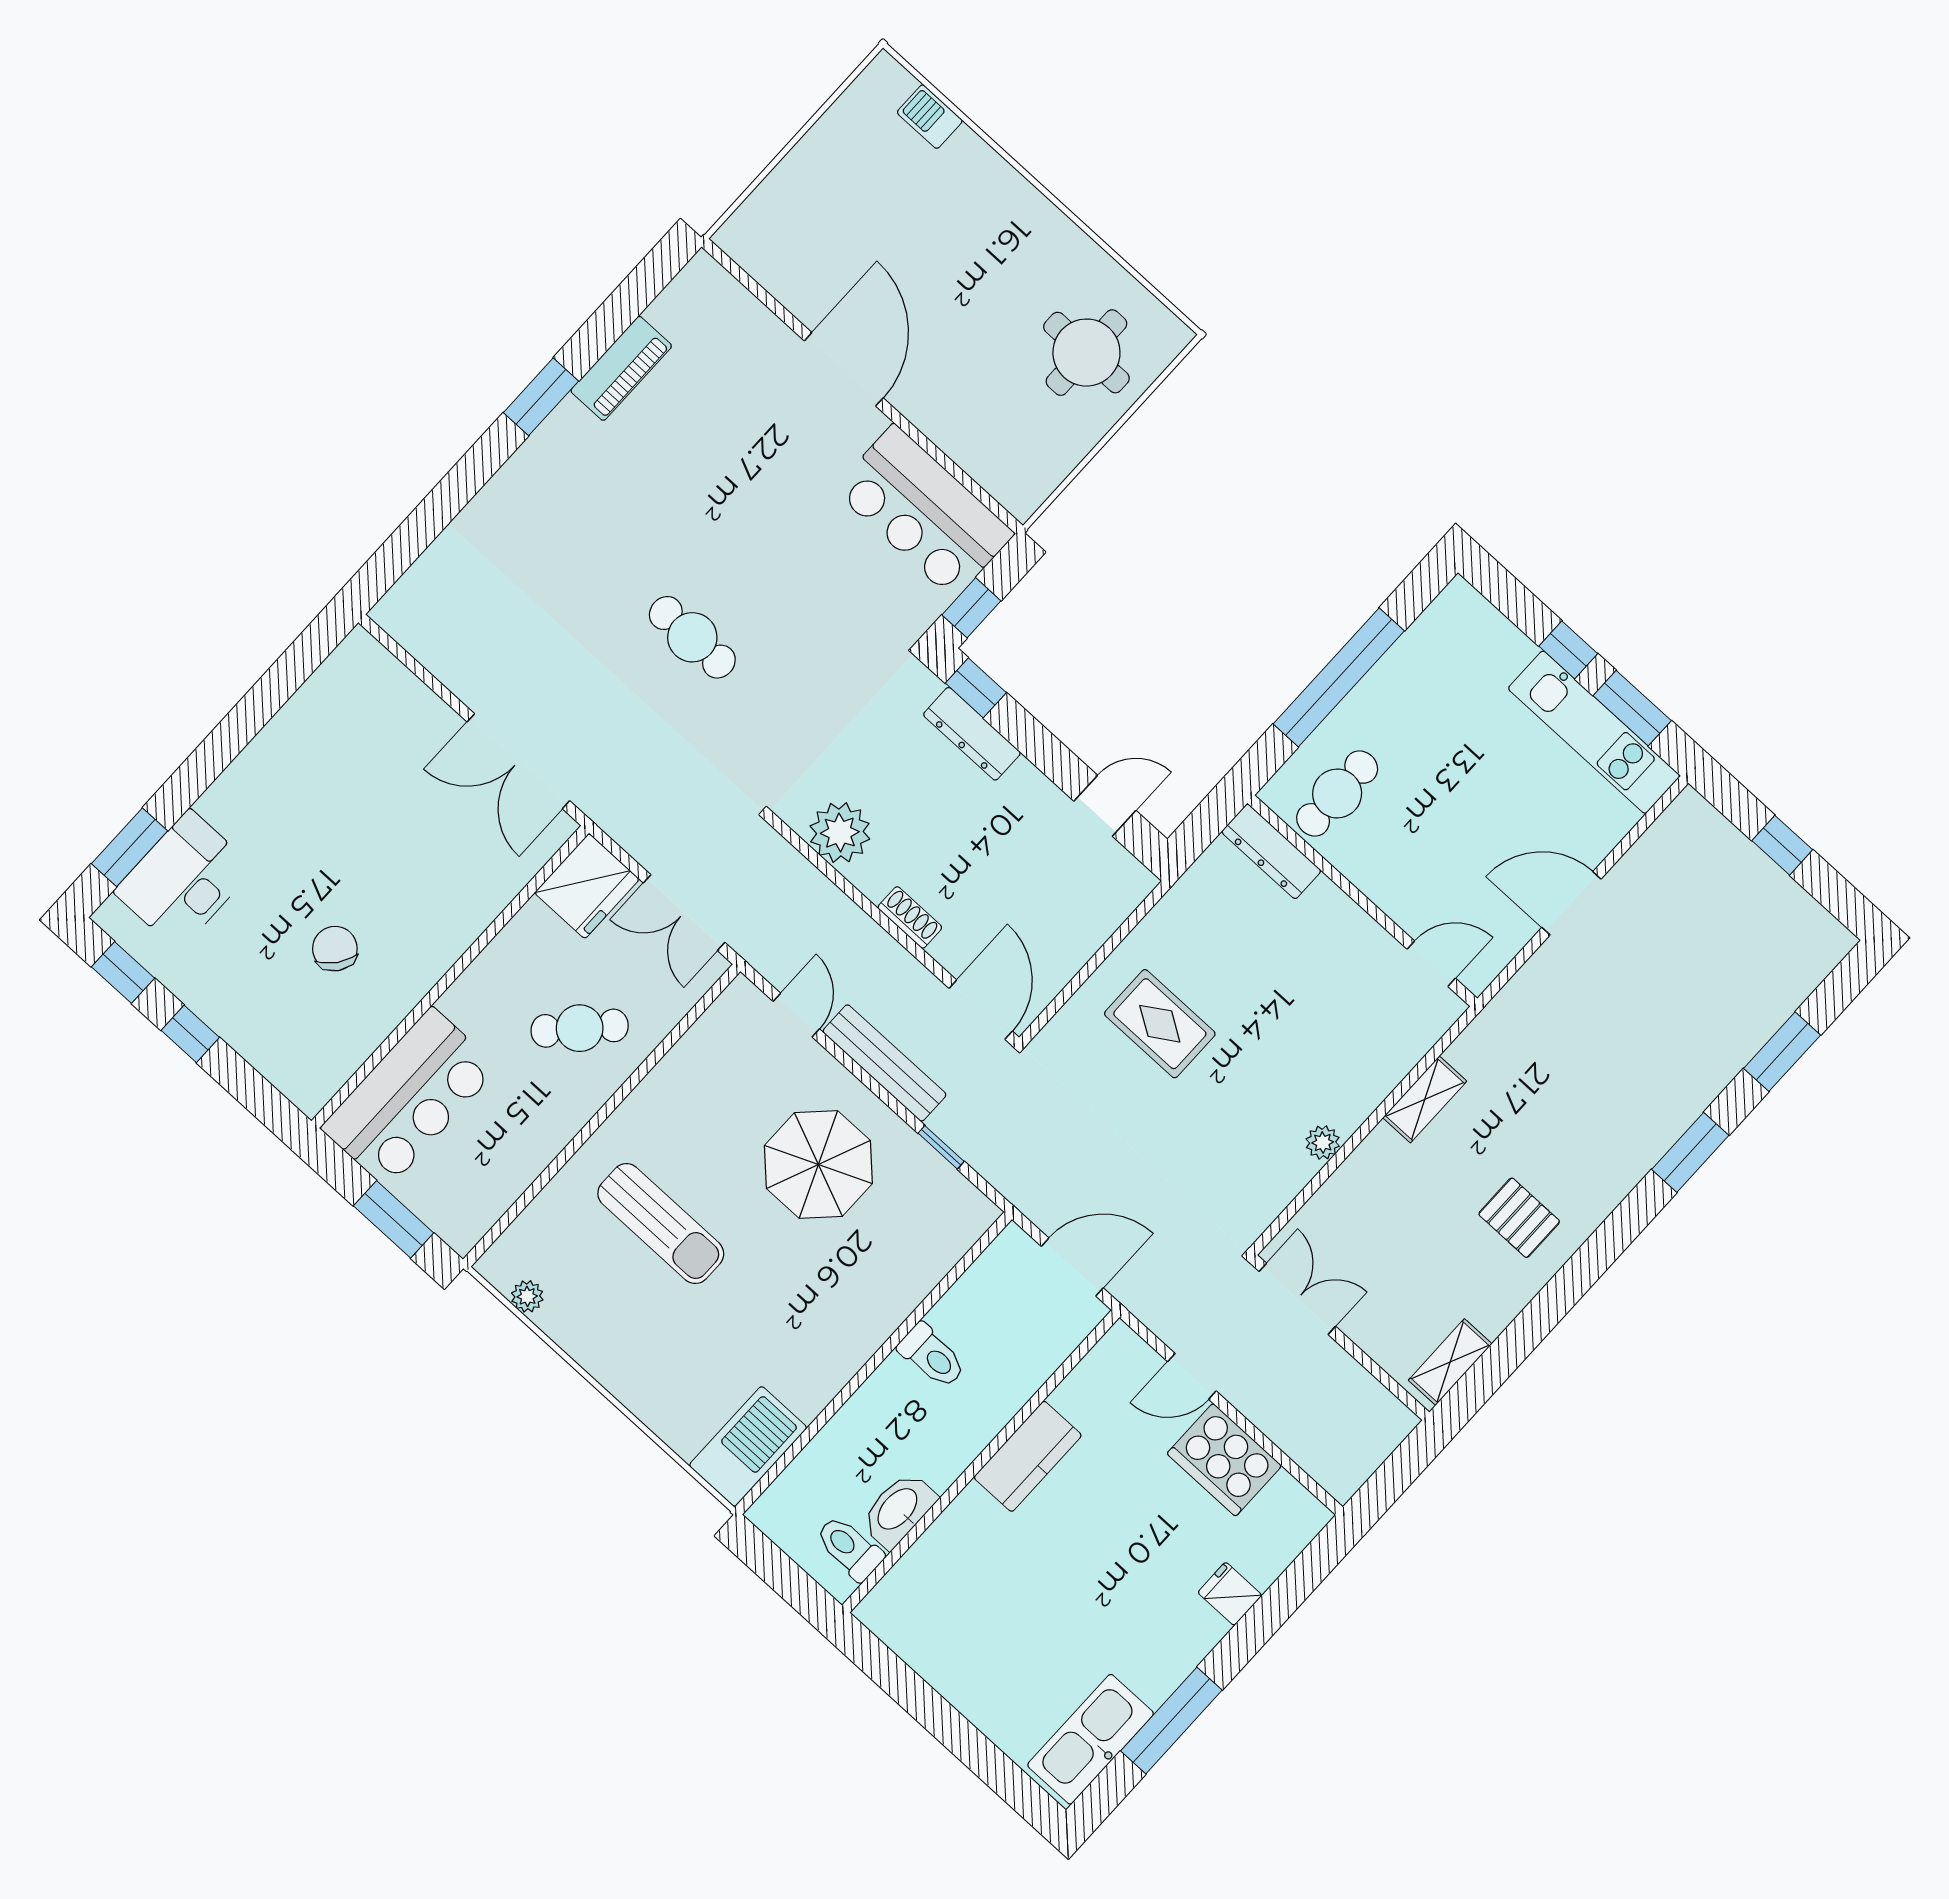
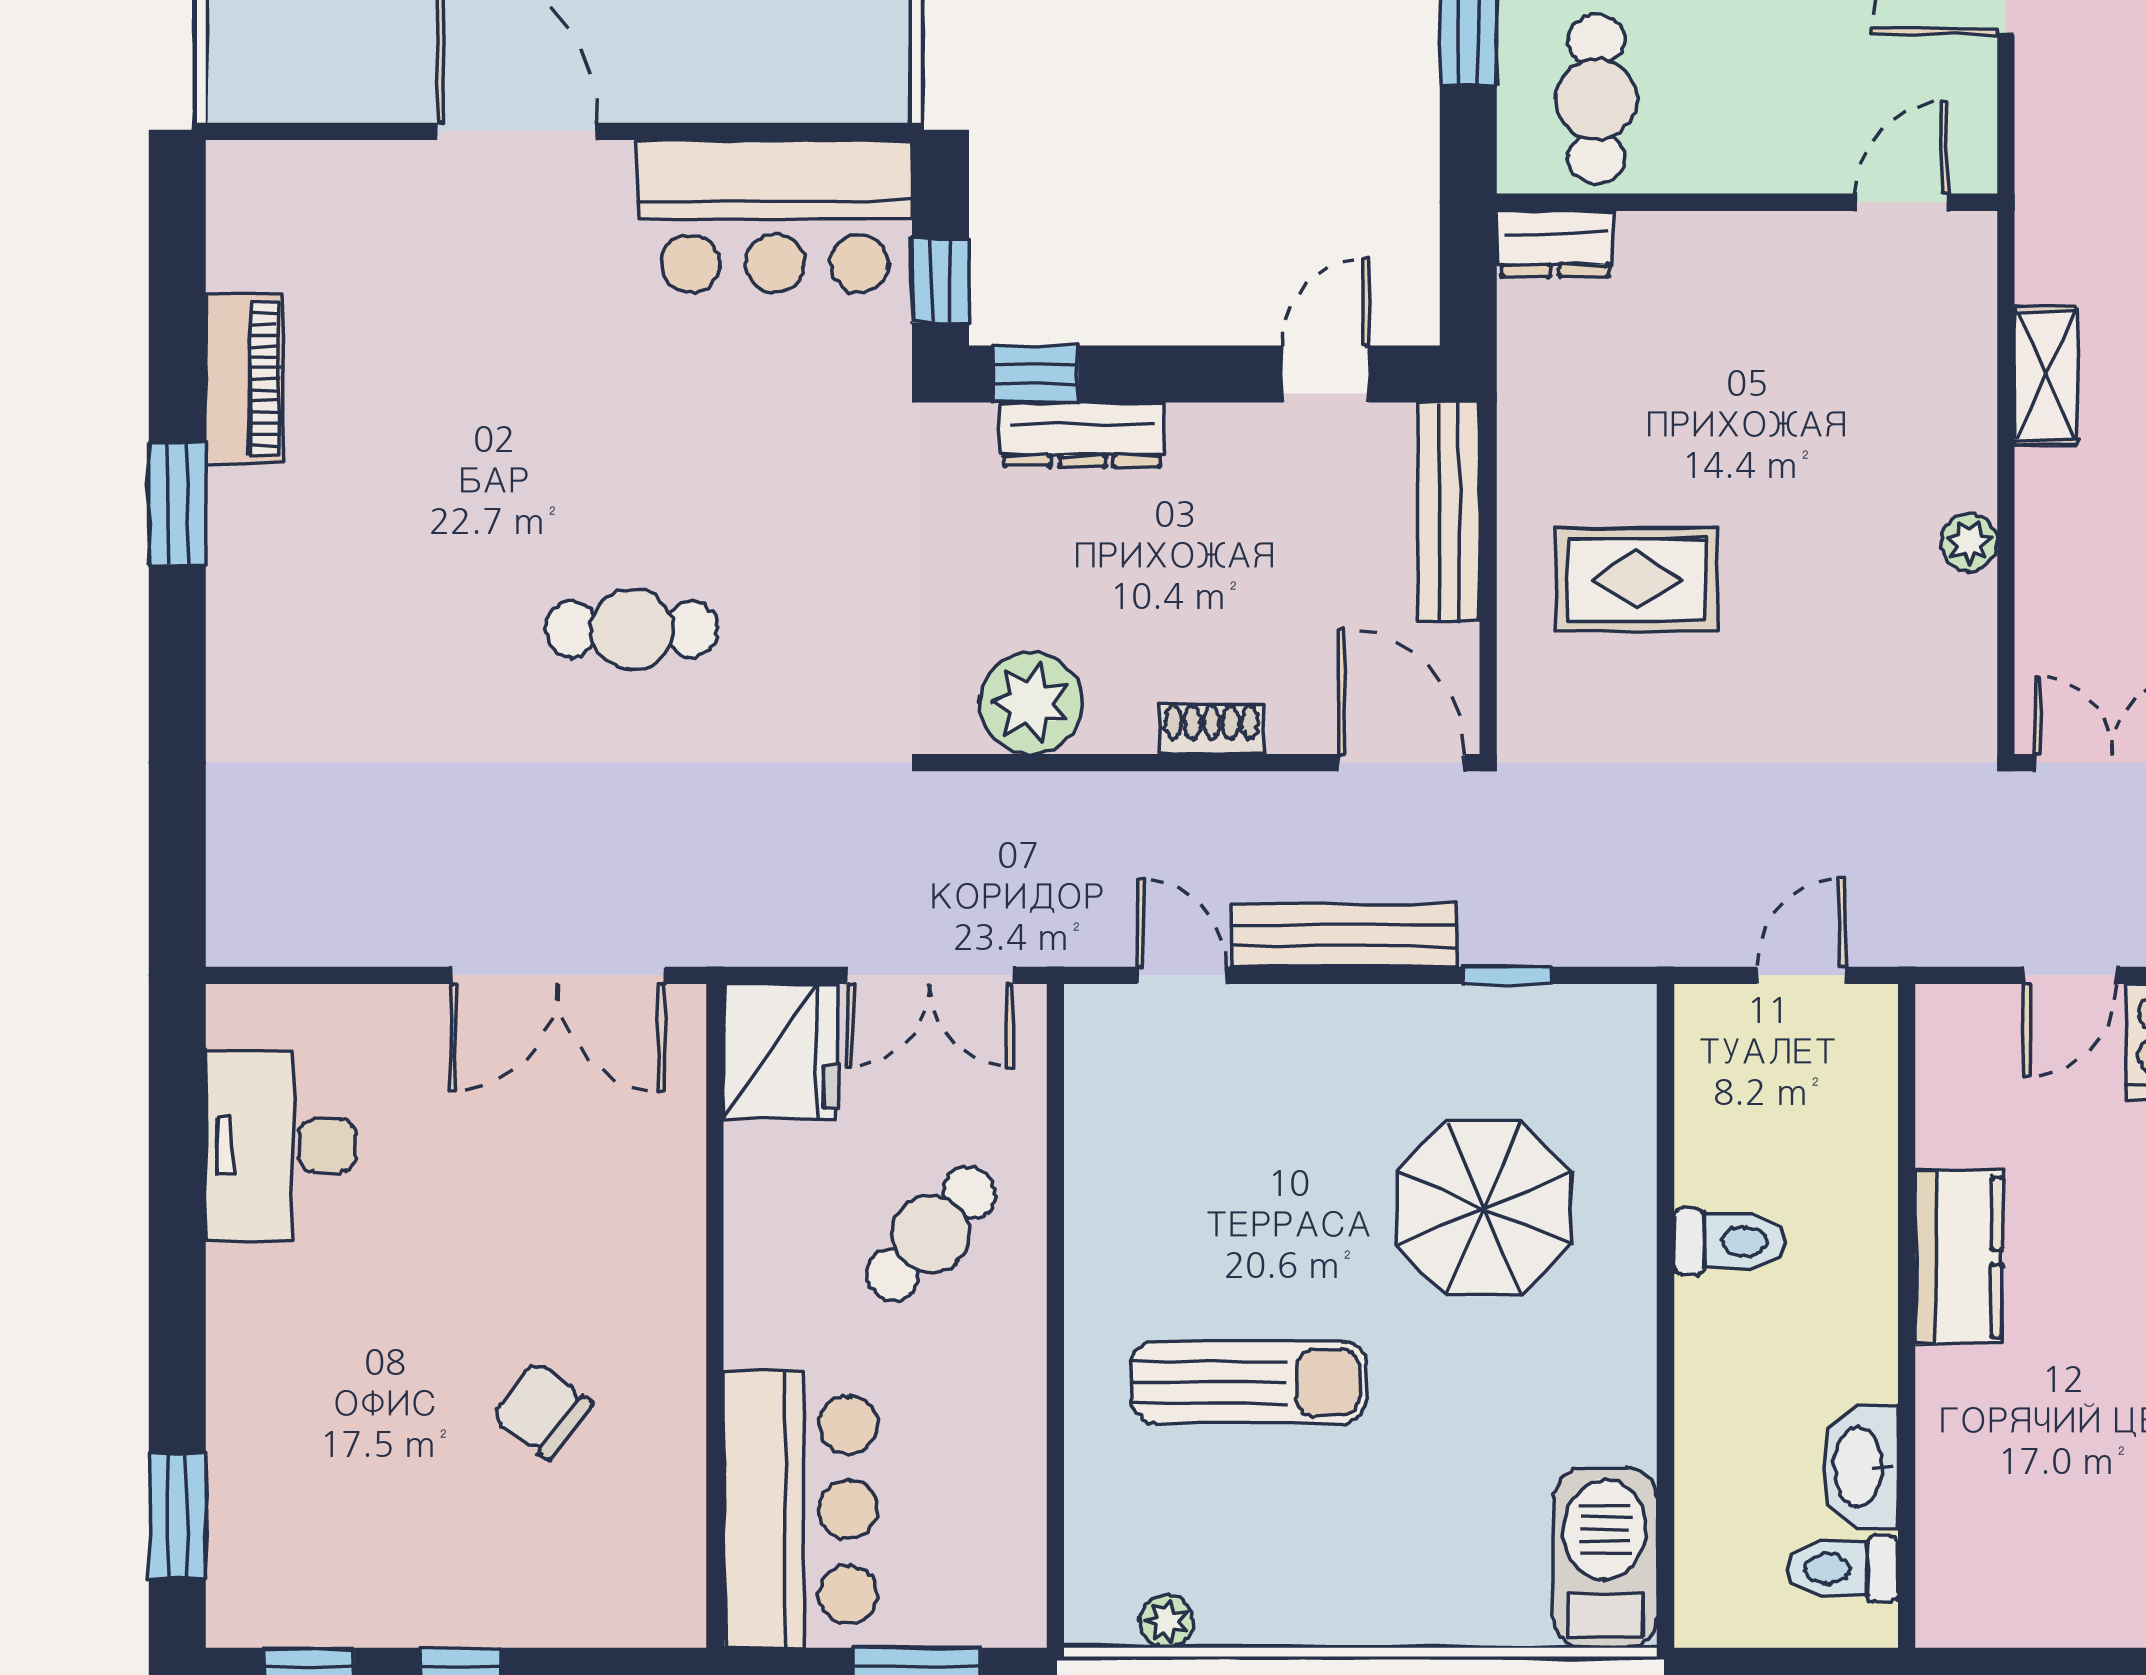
dresser: (1271, 851) -> (1555, 244), width x0.70
desk: (184, 880) -> (281, 1145), moved
bench: (1104, 917) -> (1449, 512), added
parasol: (818, 1165) -> (1484, 1208), moved
door: (1072, 1267) -> (1802, 975), width x0.73

